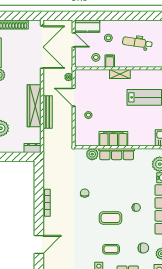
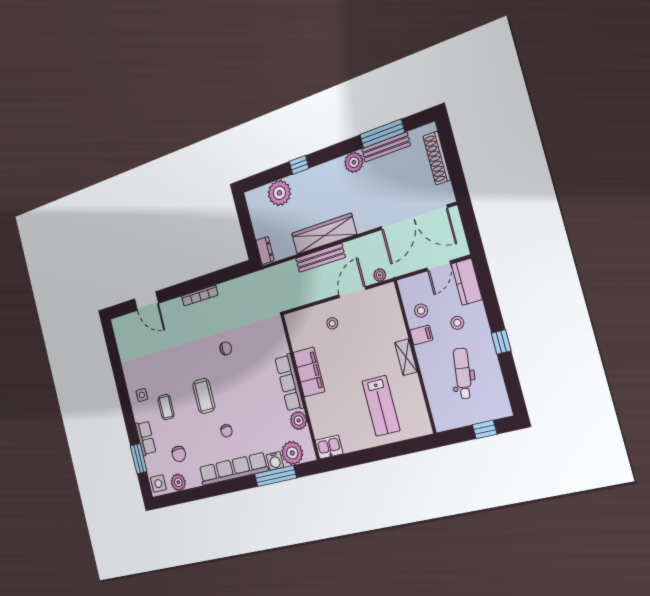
window: (125, 16) -> (501, 342), added
plant: (92, 154) -> (299, 421), moved

